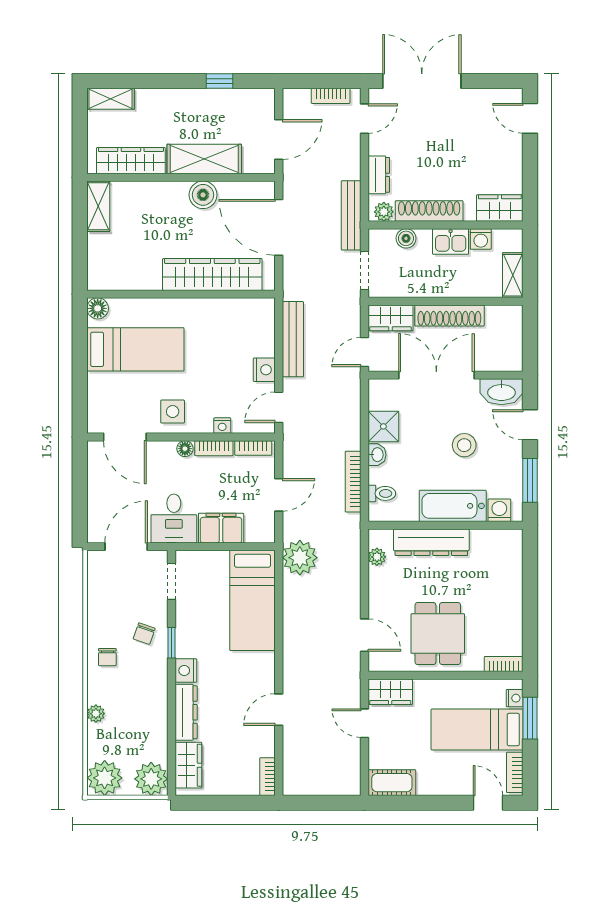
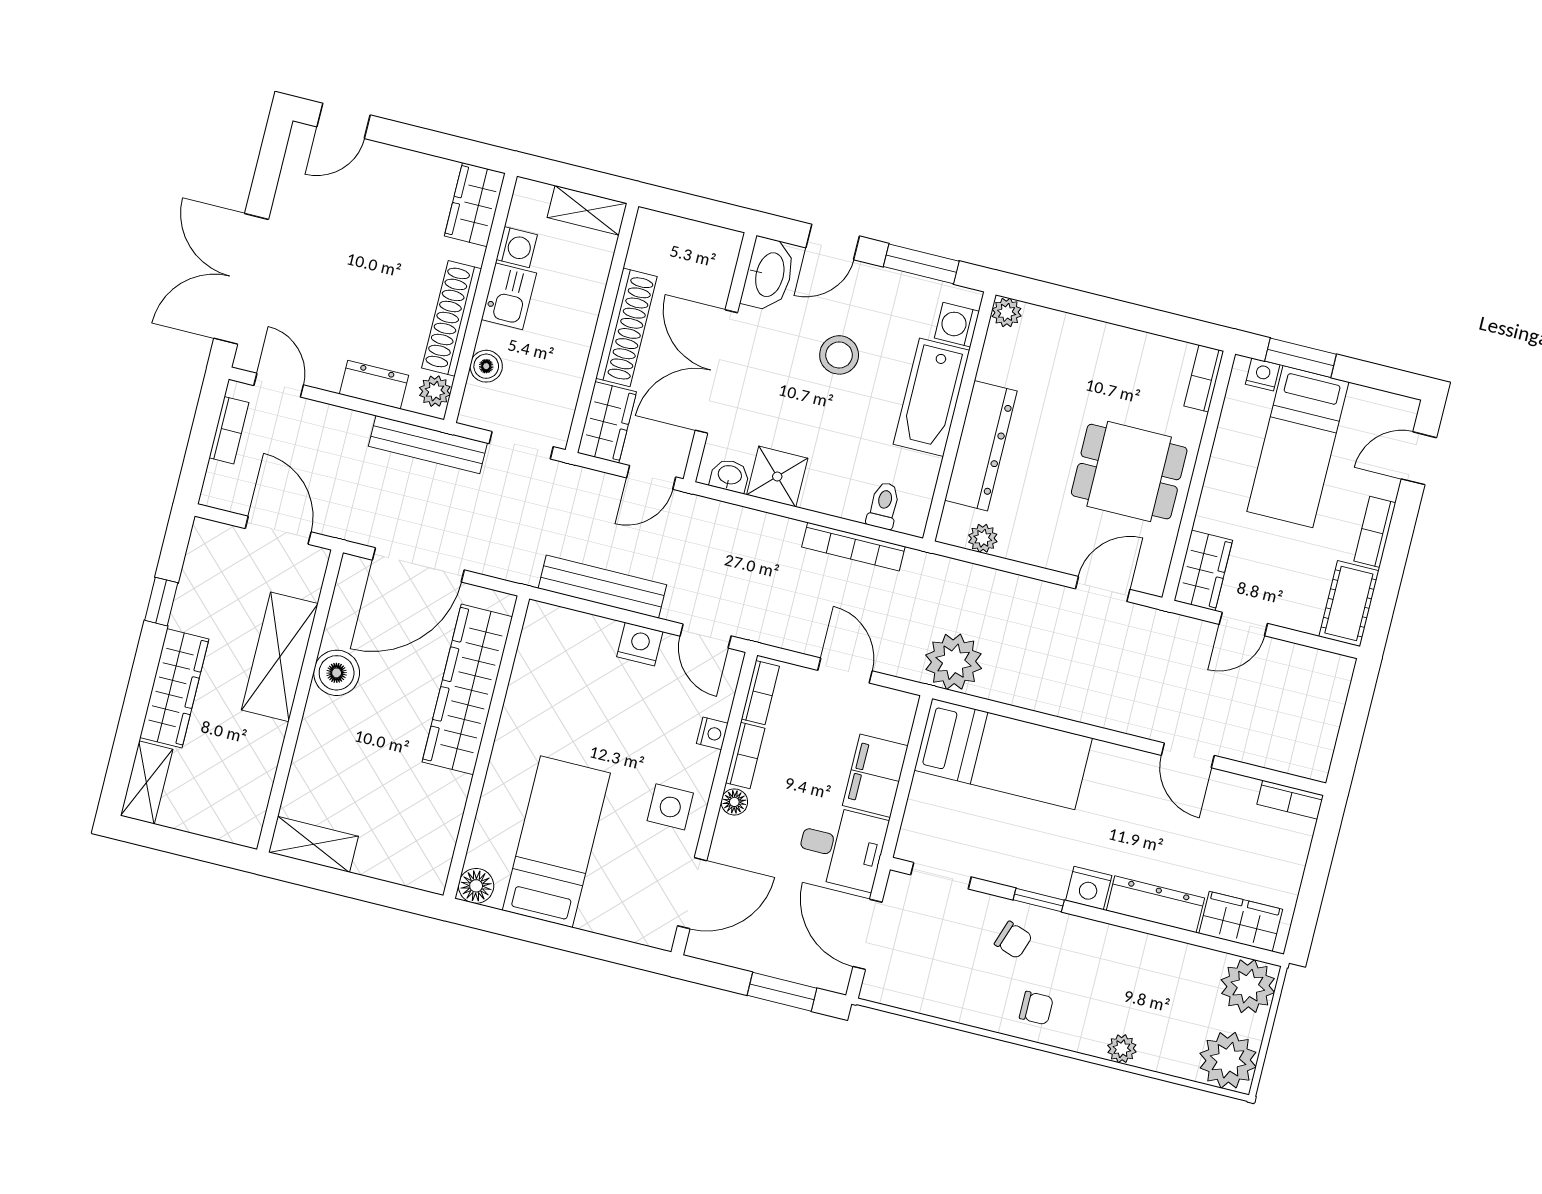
wardrobe: (131, 161) -> (174, 688), moved, turned 180
door: (364, 352) -> (651, 477), hinge flipped
washbasin: (377, 455) -> (730, 476), moved
window: (80, 505) -> (782, 992), added
plant: (514, 538) -> (1007, 312), added
bookcase: (515, 772) -> (1375, 532), moved, turned 90

